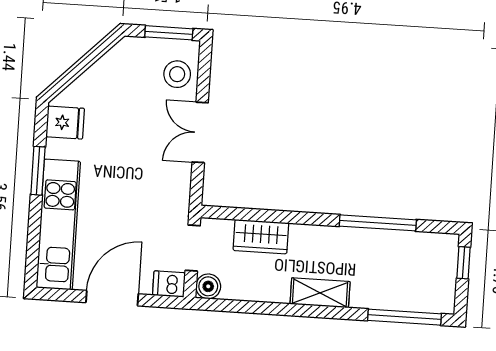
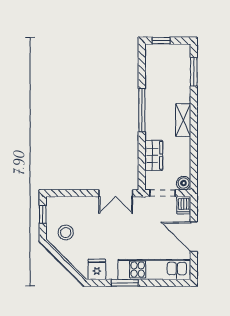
window: (169, 33) -> (43, 214), width x0.67
stool: (177, 74) -> (66, 232), moved
double door: (200, 132) -> (116, 193), moved
window: (378, 223) -> (142, 110), moved
window: (404, 317) -> (194, 72), width x0.69

